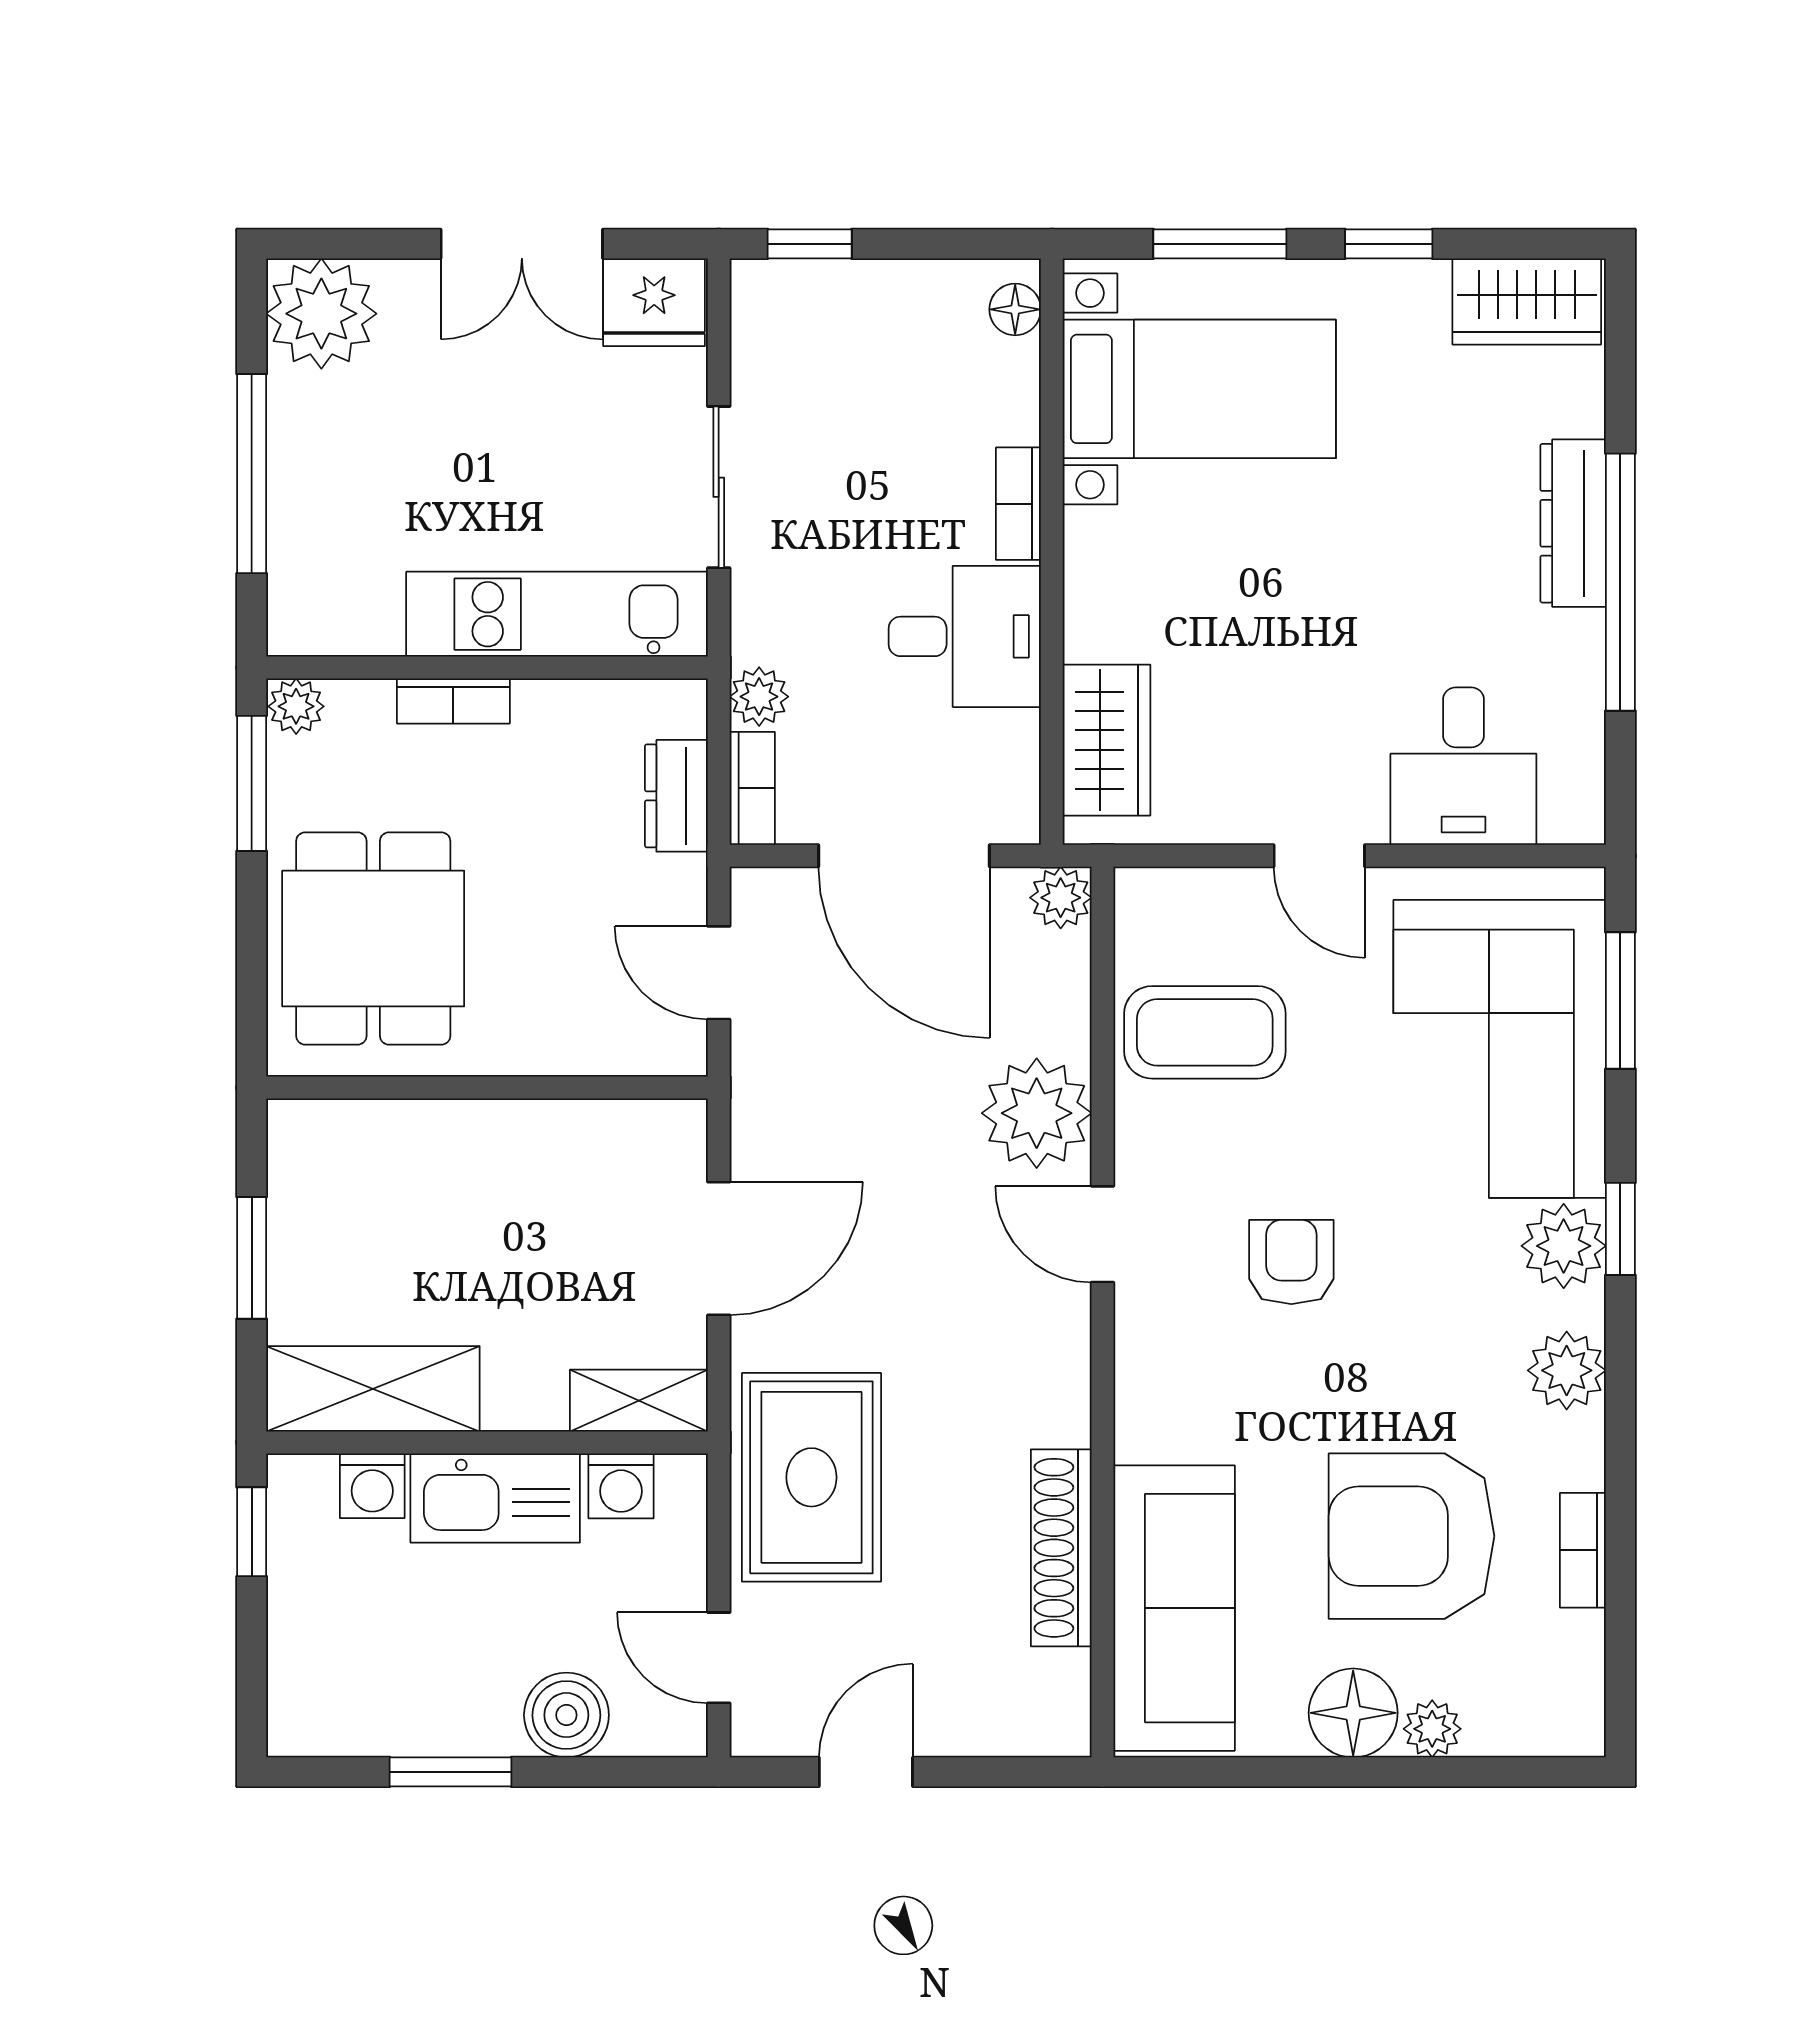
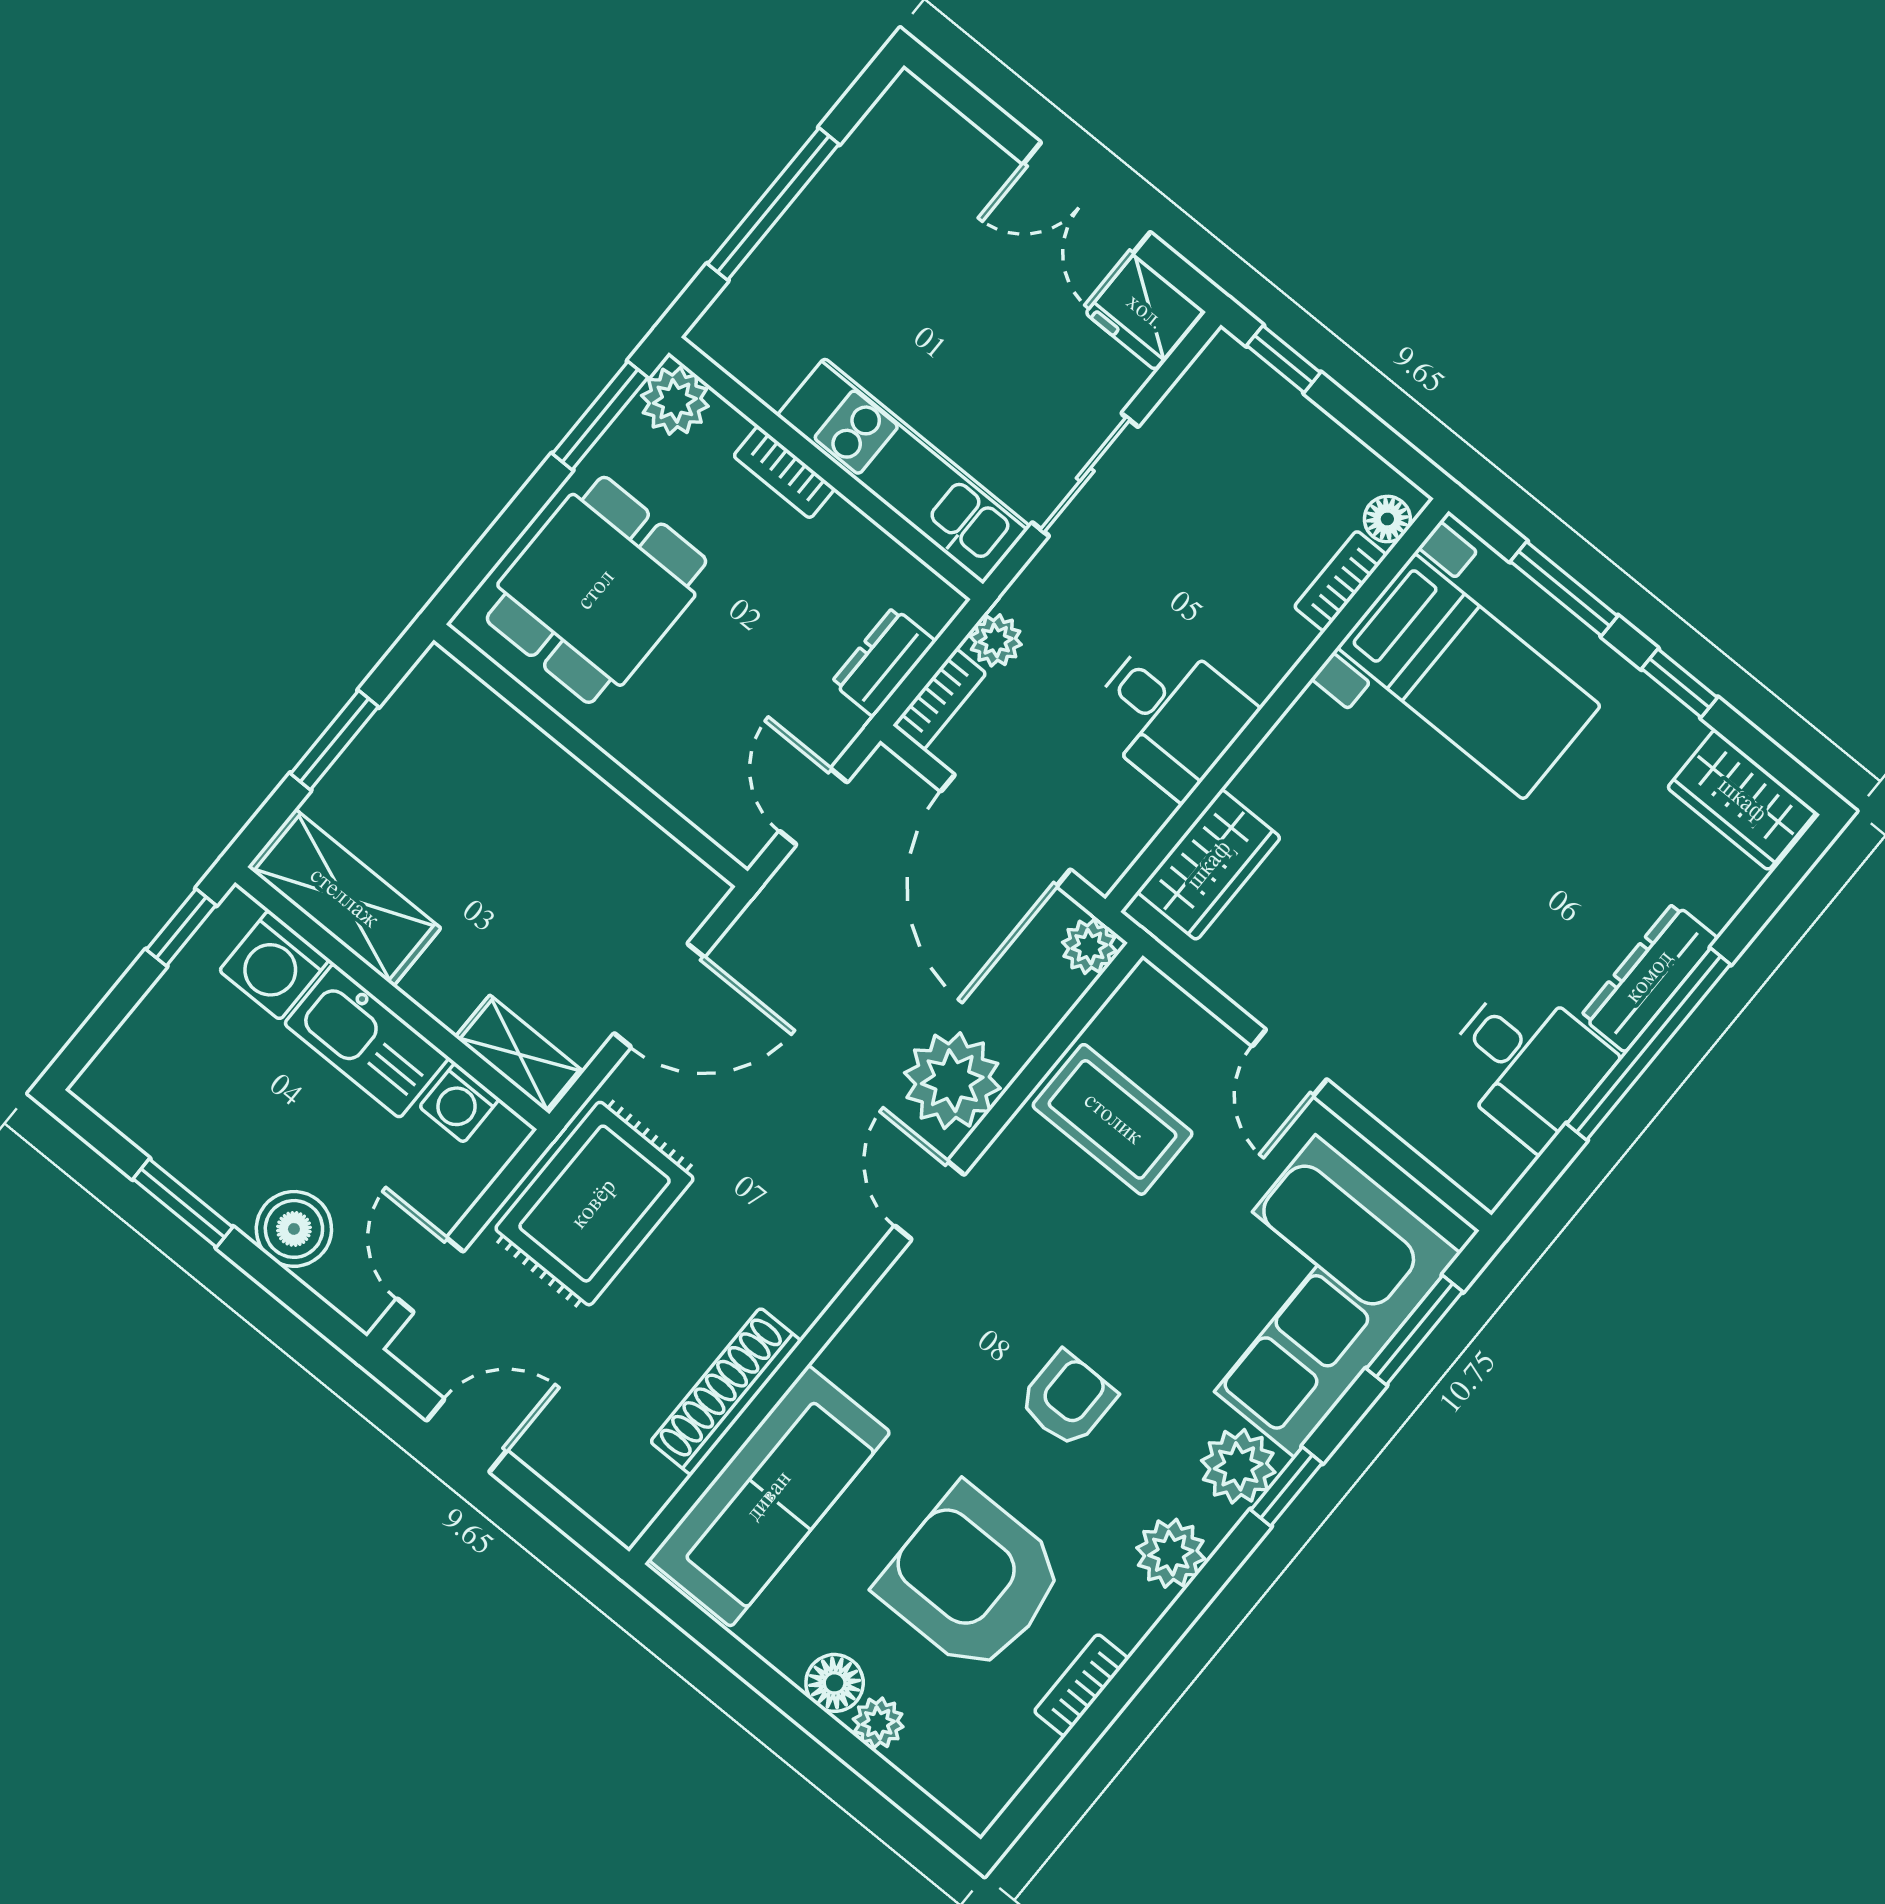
plant: (321, 314) -> (911, 134), removed
bookcase: (1018, 504) -> (1340, 581), moved
plant: (296, 706) -> (675, 401), width x1.38, depth x1.38
desk: (1463, 766) -> (1527, 1063), moved, turned -90
armchair: (1291, 1262) -> (1067, 1399), moved
washing machine: (372, 1486) -> (274, 965), width x1.38, depth x1.38
floor lamp: (1353, 1713) -> (835, 1683), width x0.73, depth x0.73

